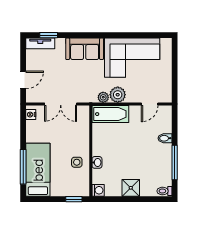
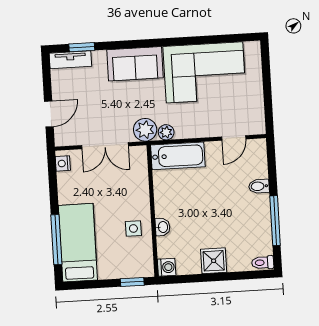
plant: (118, 95) -> (145, 130), moved

